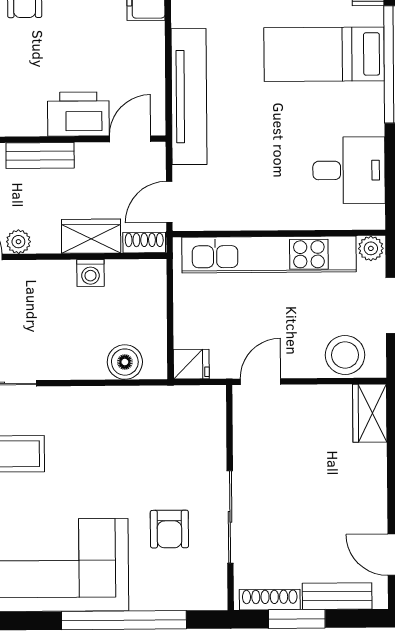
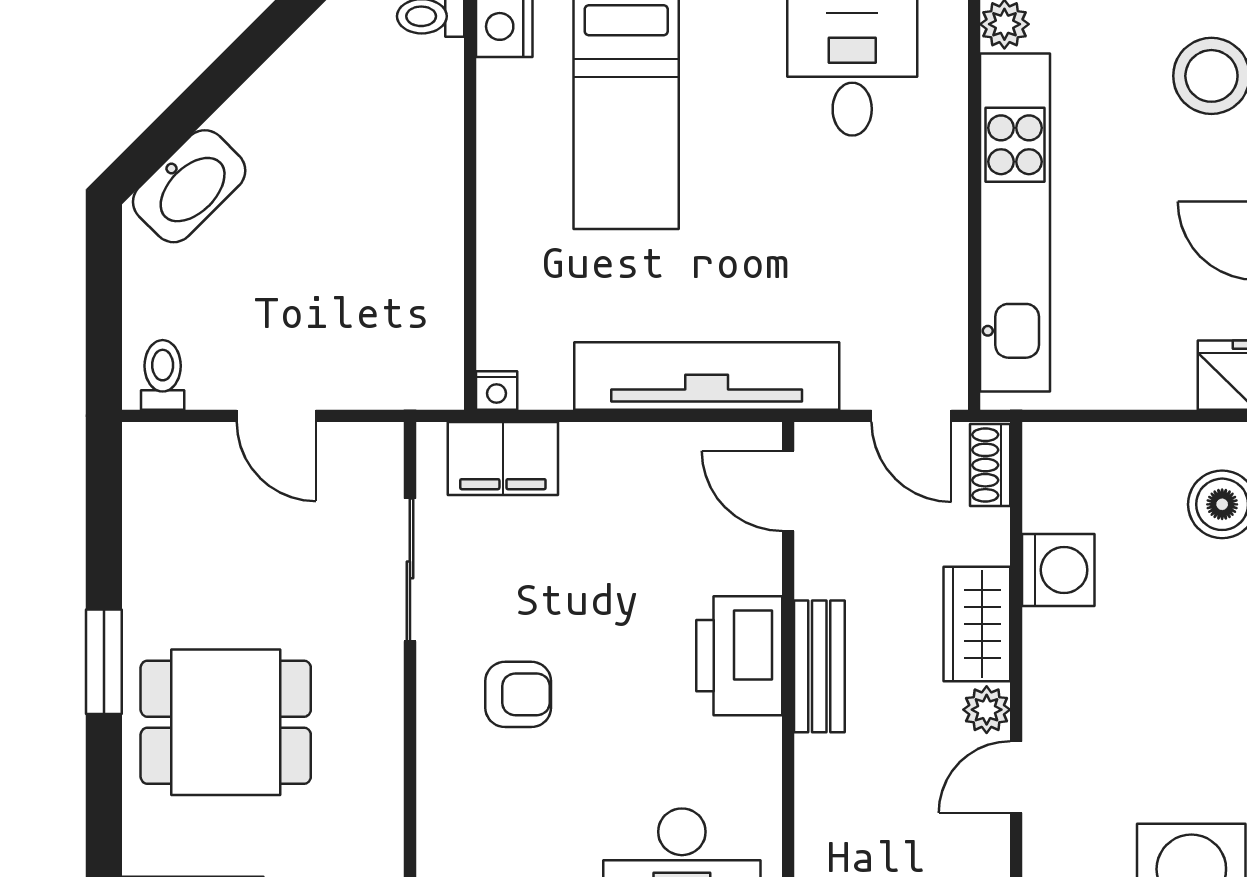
printer: (78, 114) -> (739, 656), moved
wardrobe: (91, 236) -> (977, 624), moved
washing machine: (90, 273) -> (1058, 570), width x1.38, depth x1.38

